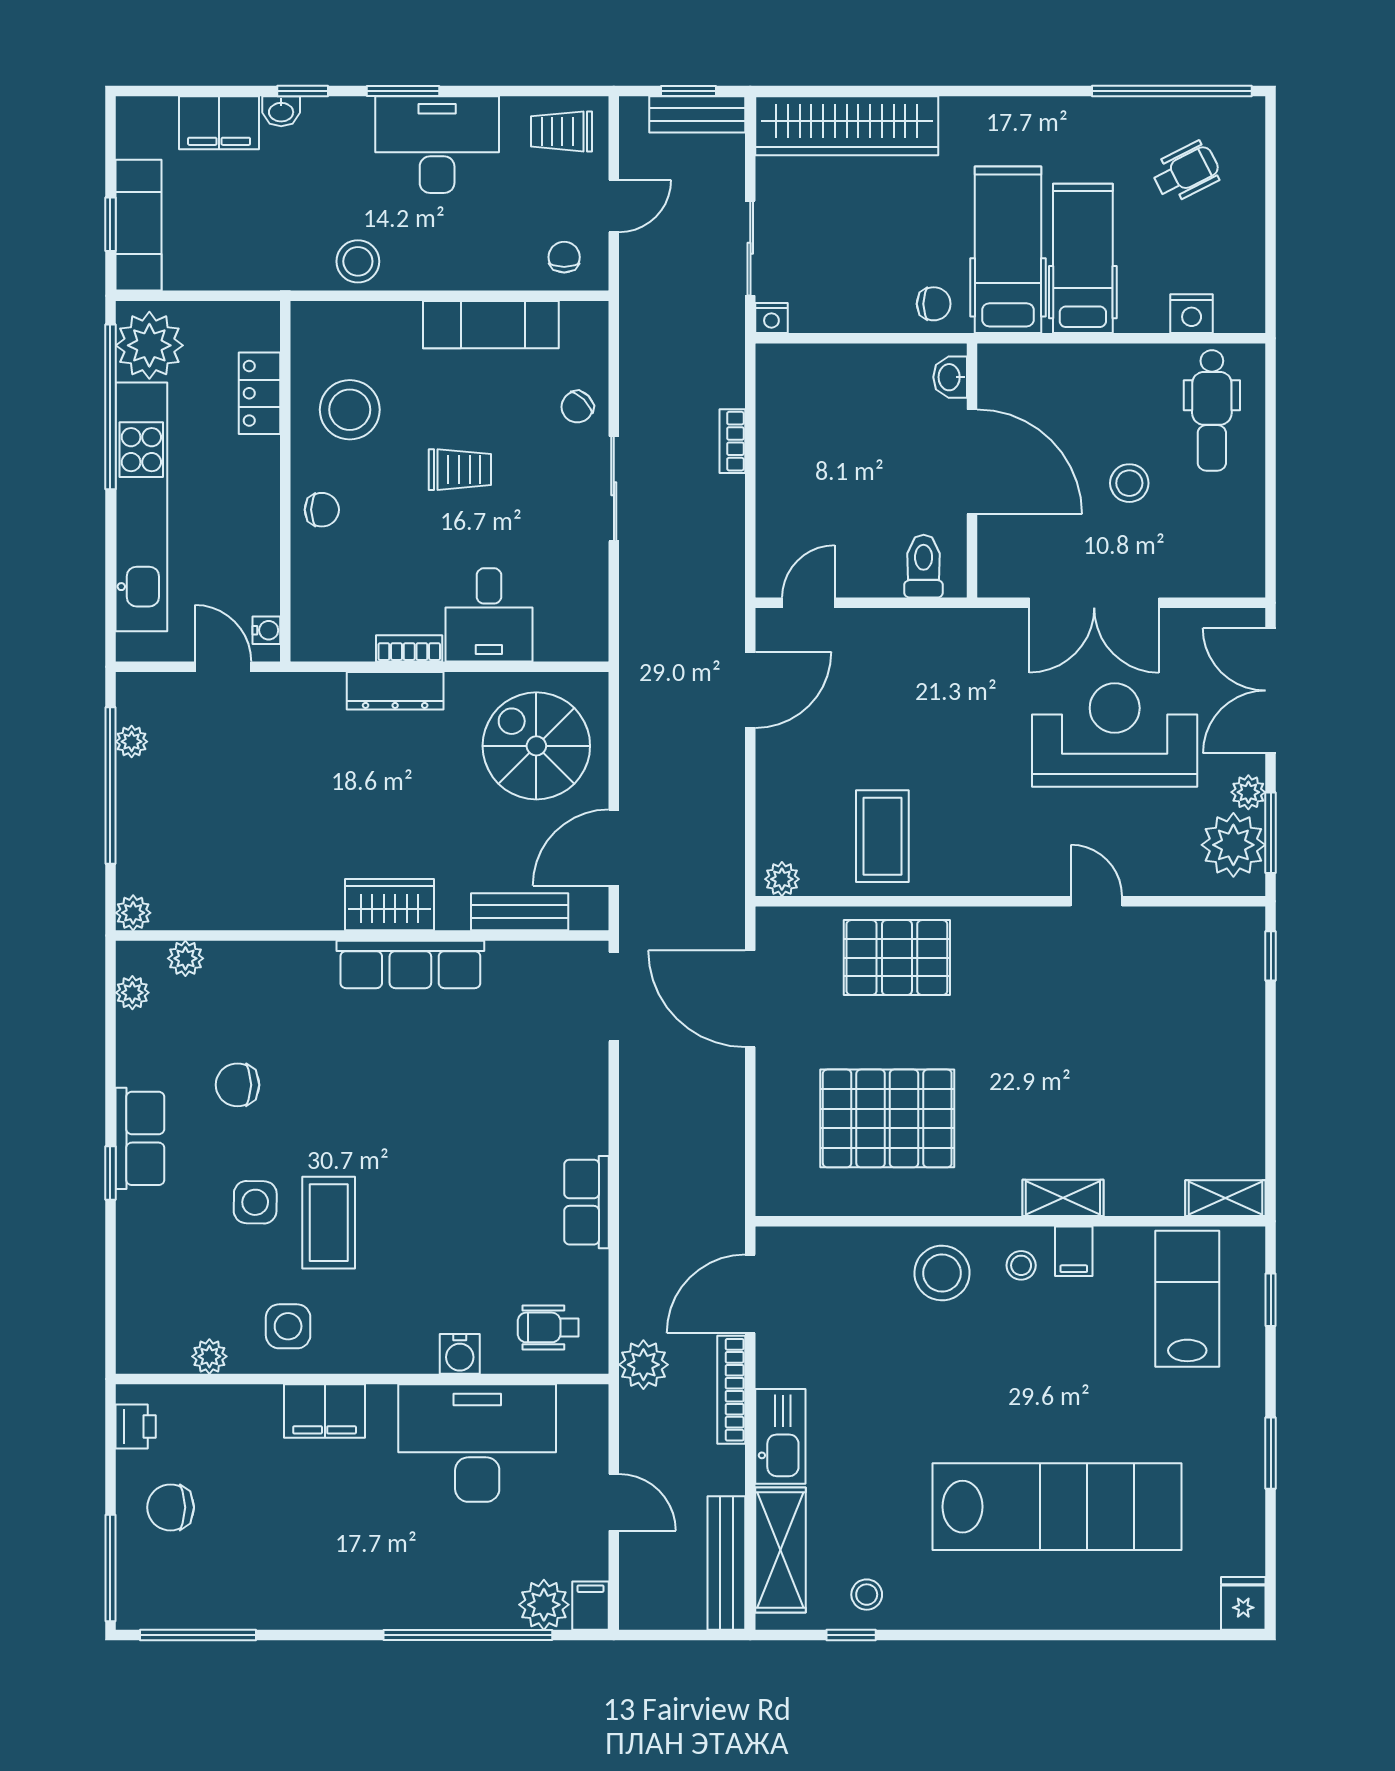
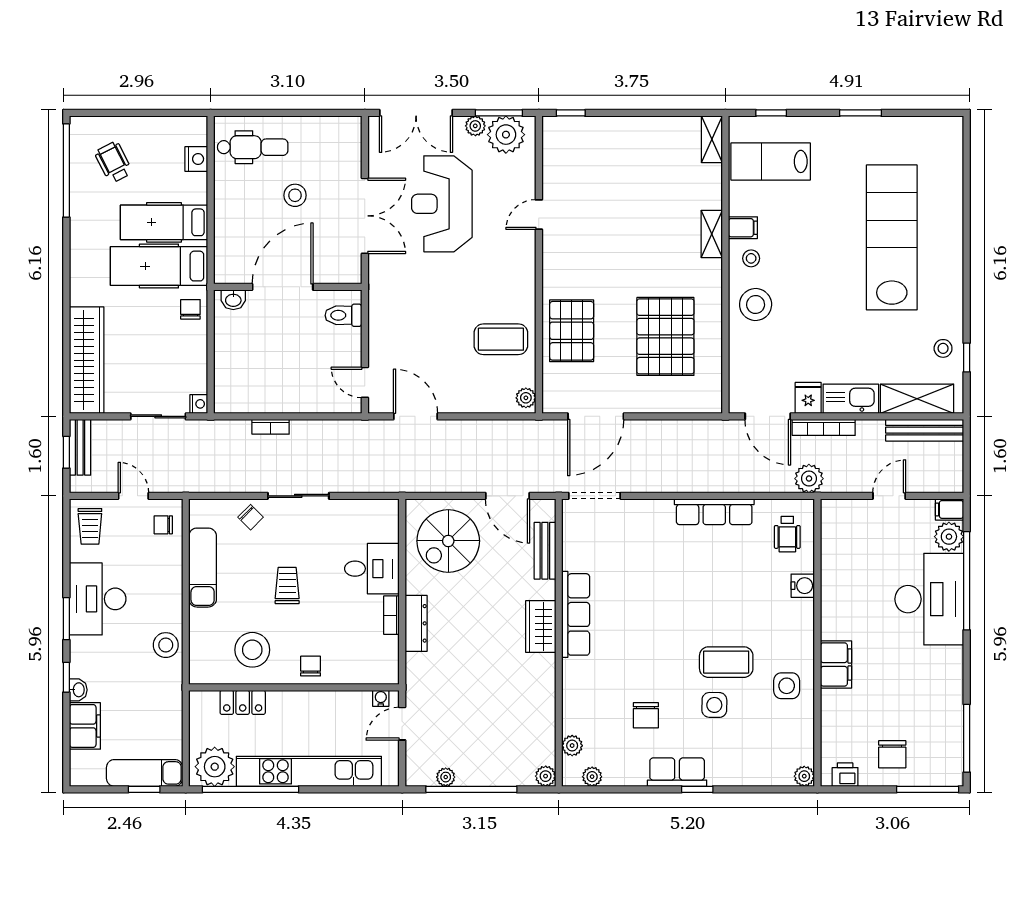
row of seats: (587, 1202) -> (714, 512), width x1.48
plant: (209, 1356) -> (804, 776), moved
desk: (477, 1443) -> (929, 599), moved, turned 180
fridge: (1243, 1603) -> (808, 398), moved, turned 90

